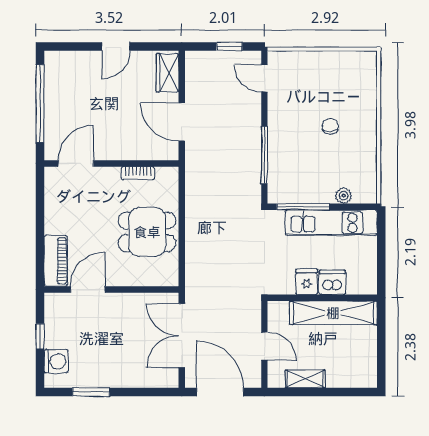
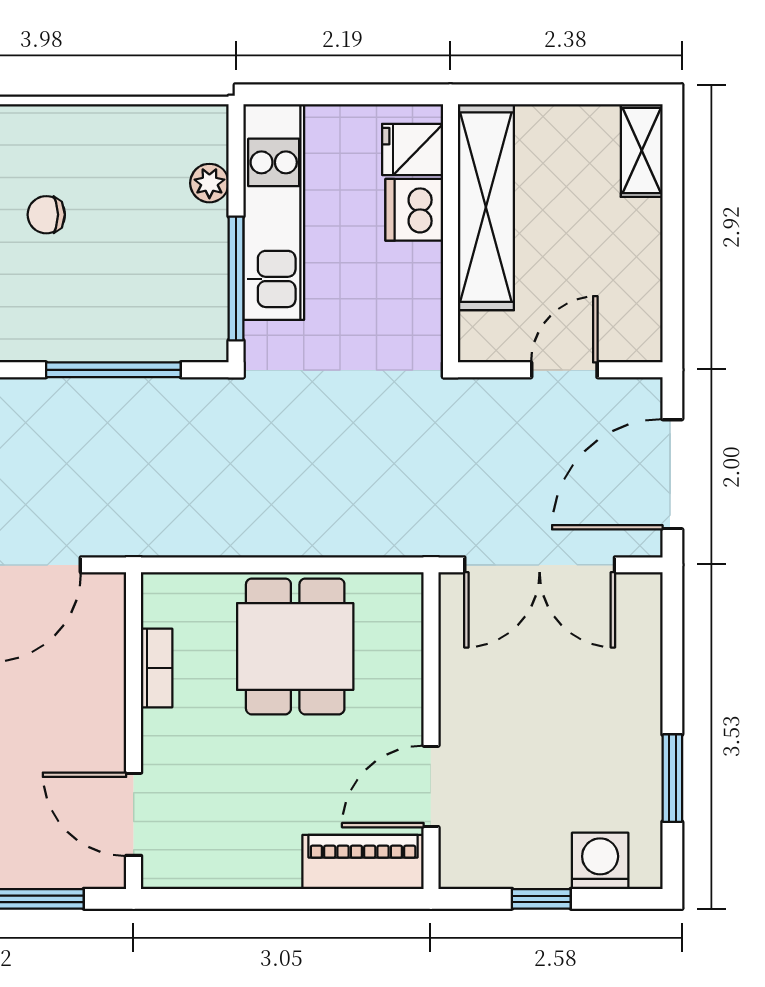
fridge: (307, 282) -> (413, 149), moved
door: (88, 290) -> (431, 786), hinge flipped
shelving: (305, 379) -> (642, 151), moved

